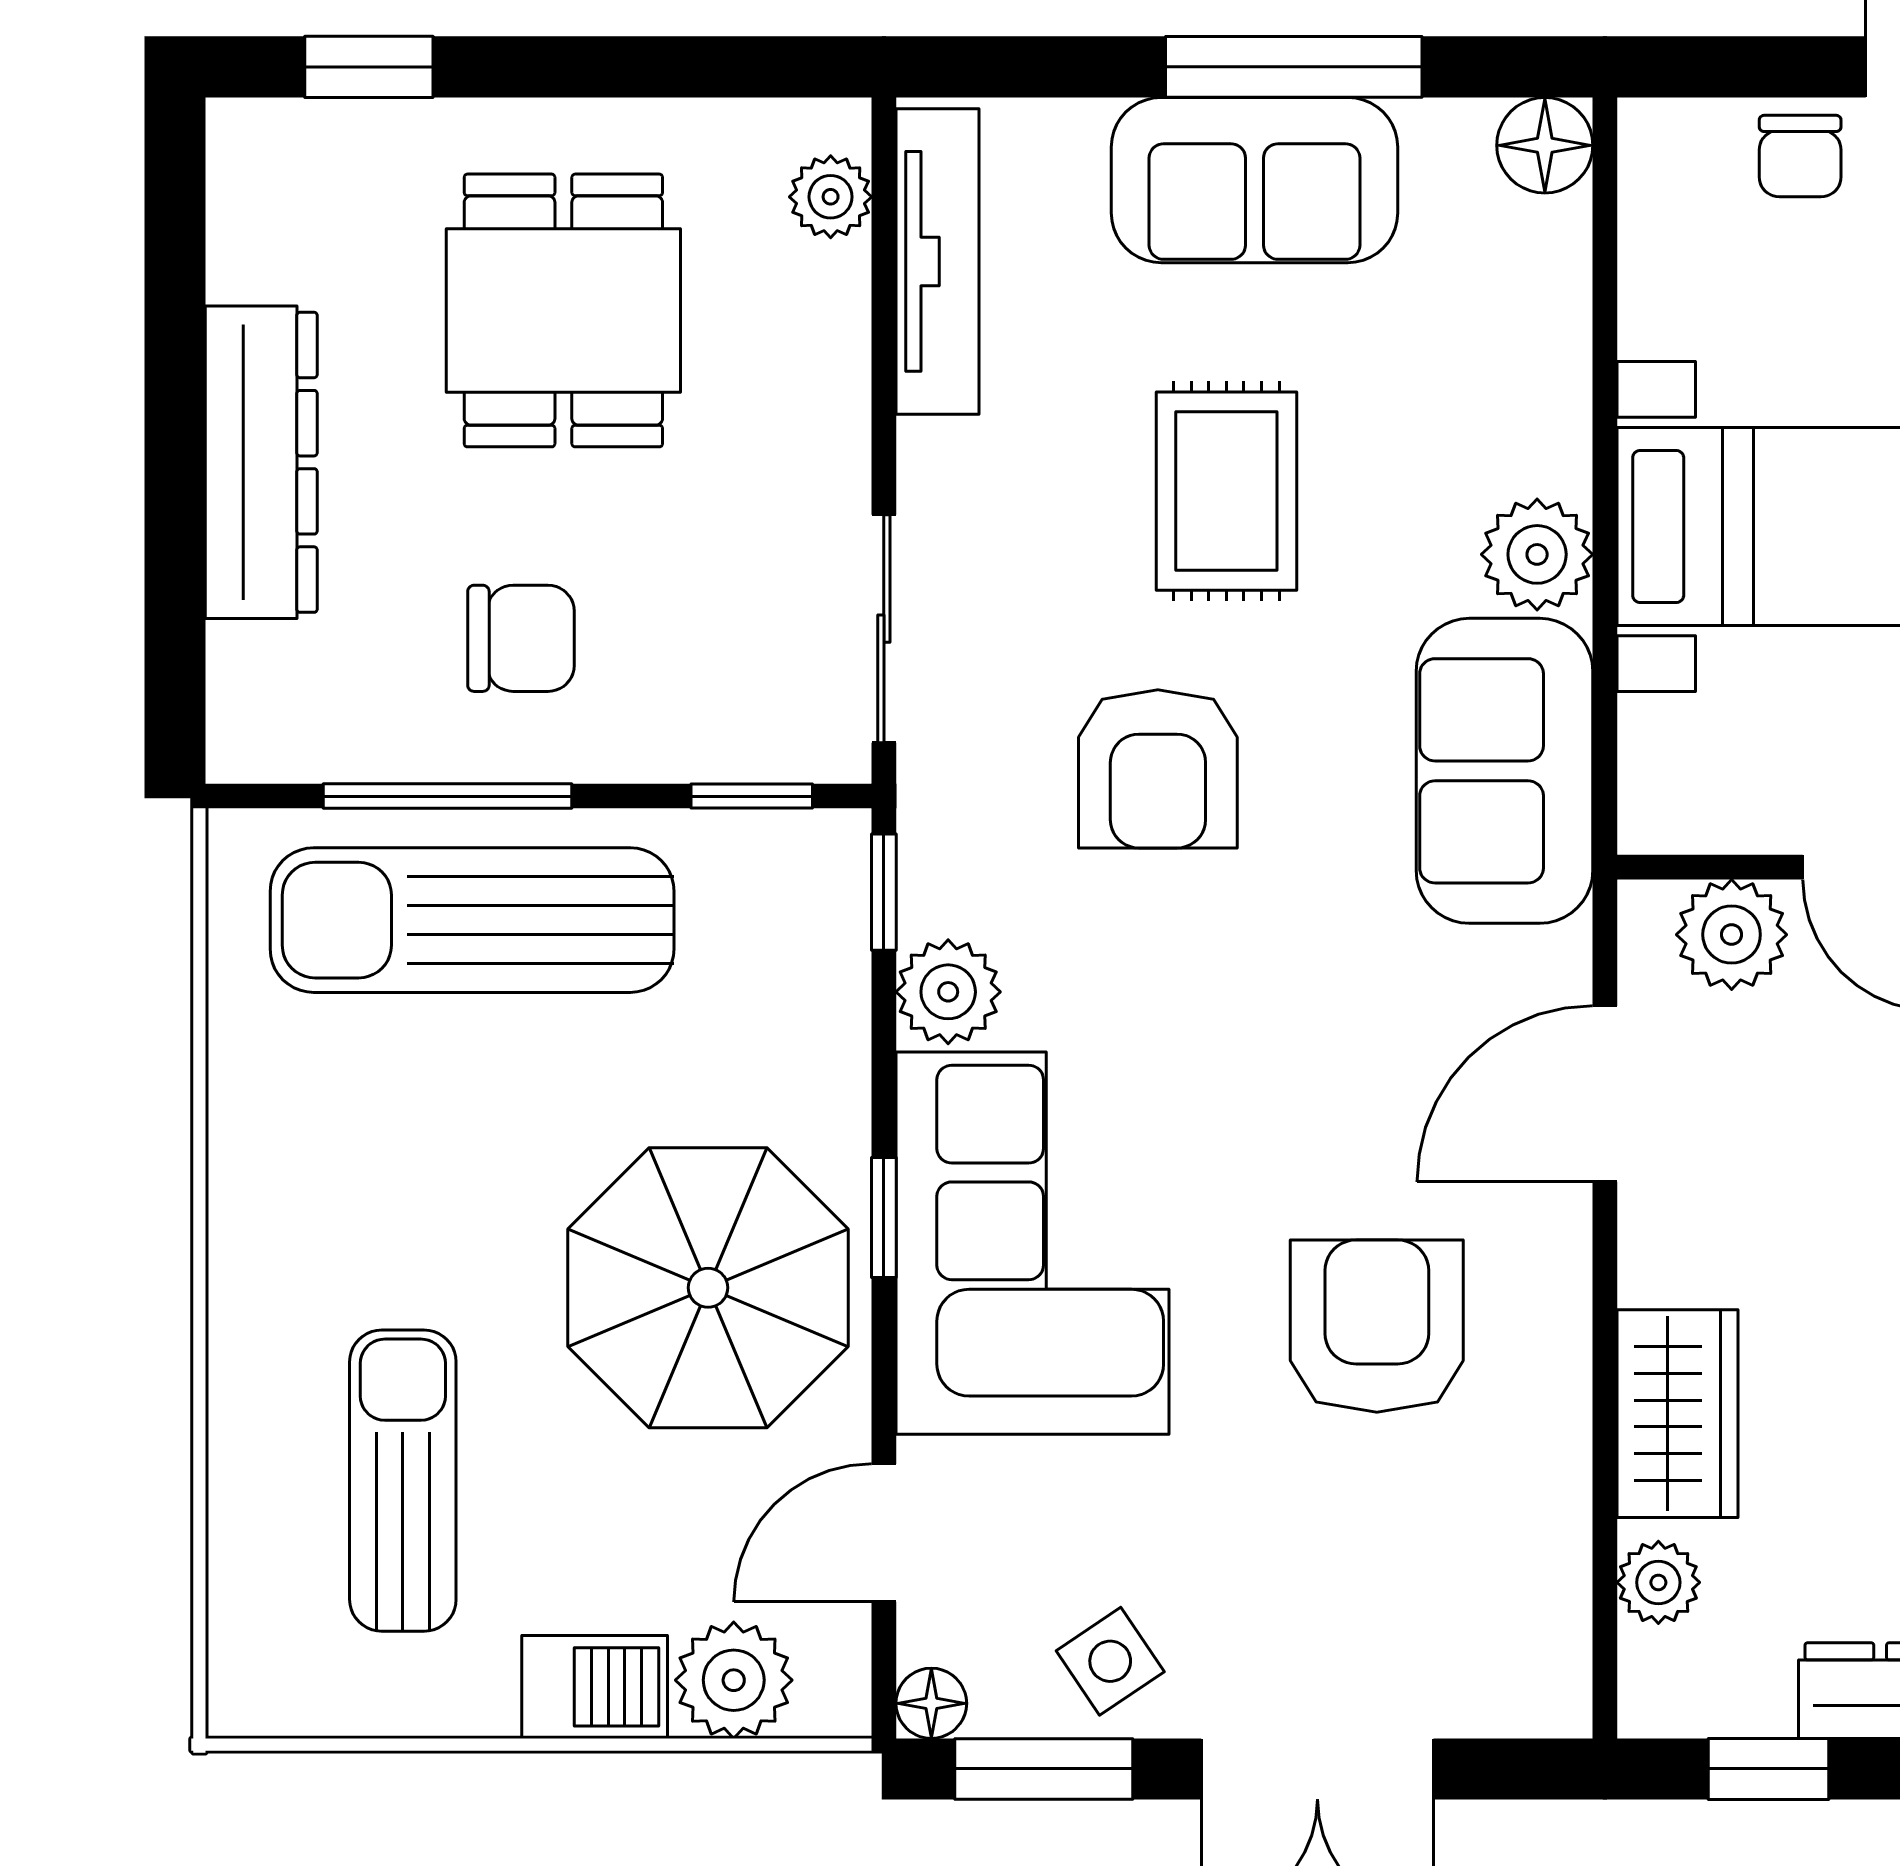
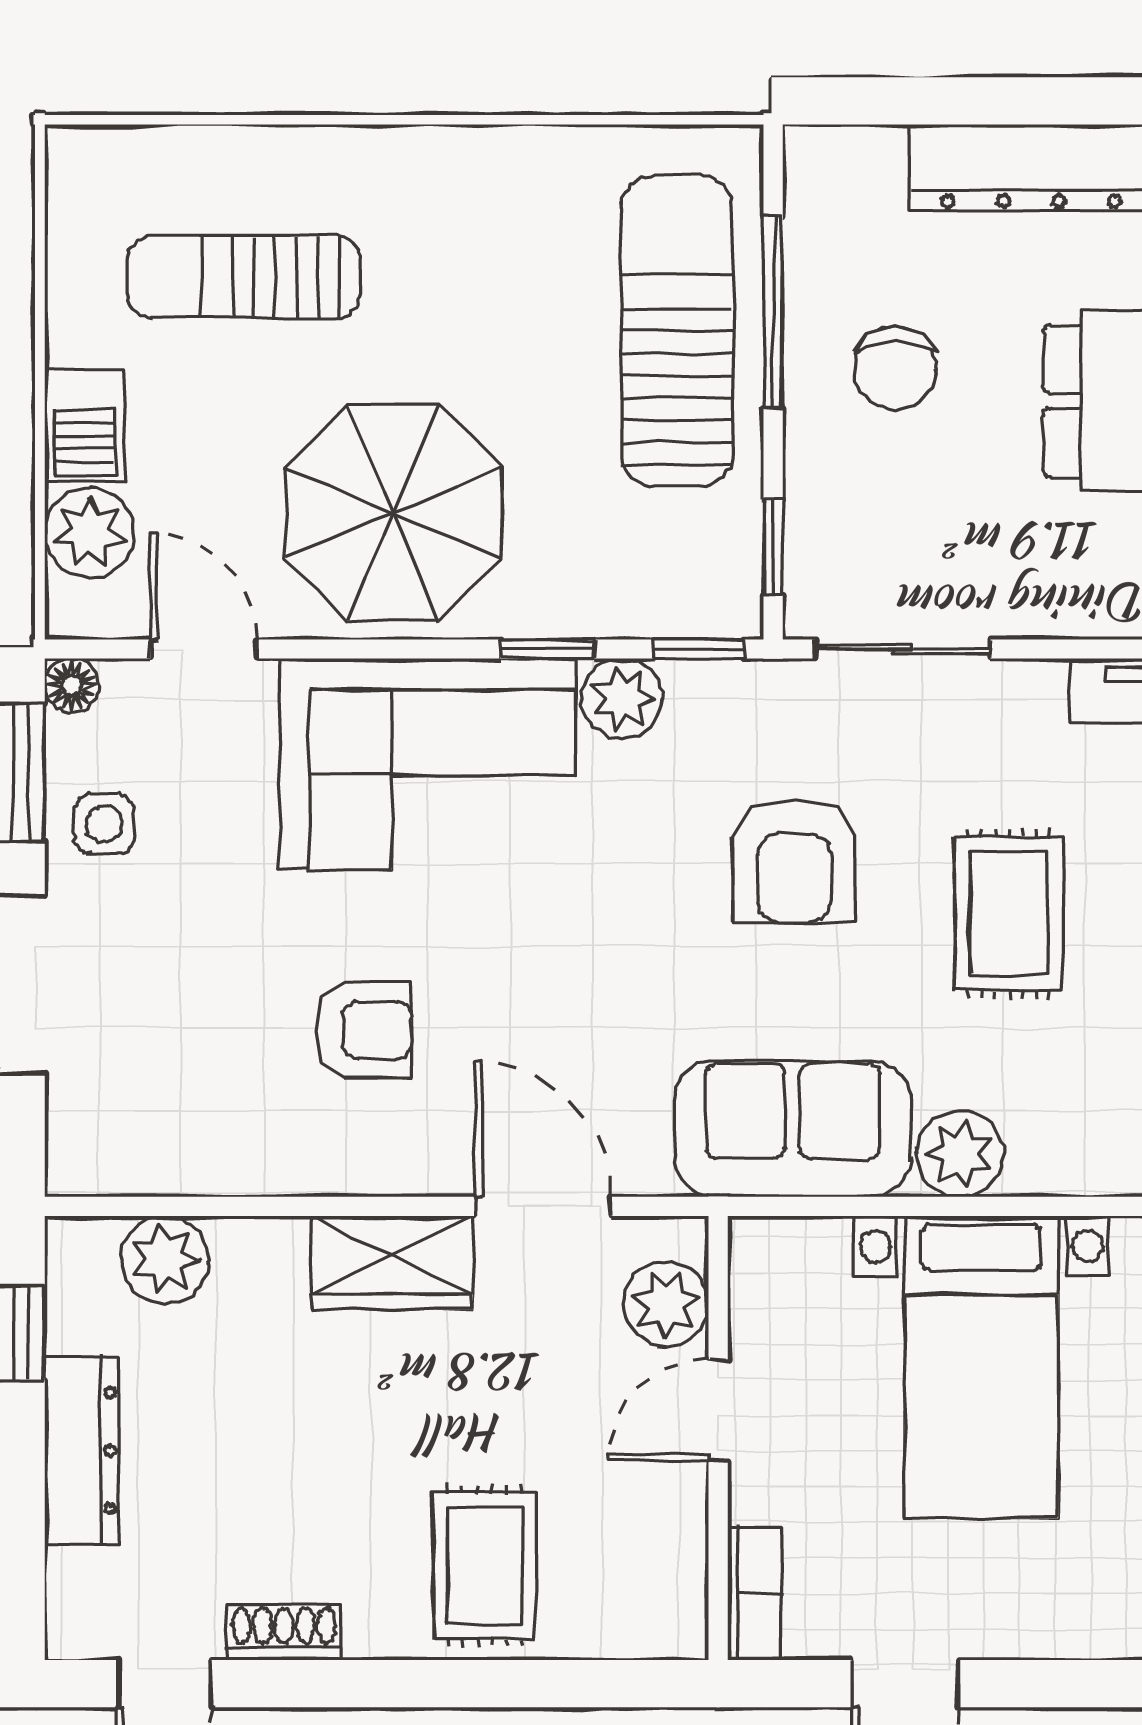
rug: (1226, 491) -> (1009, 914), turned 90
armchair: (1158, 769) -> (794, 861), turned -90
window: (884, 1217) -> (547, 649), moved
armchair: (1377, 1326) -> (363, 1030), width x0.72, depth x0.72
wardrobe: (1677, 1414) -> (392, 1262), moved
sun lounger: (403, 1481) -> (244, 277), turned 180
plant: (1658, 1582) -> (165, 1260), width x1.38, depth x1.38
side table: (1110, 1661) -> (104, 824), turned 36

